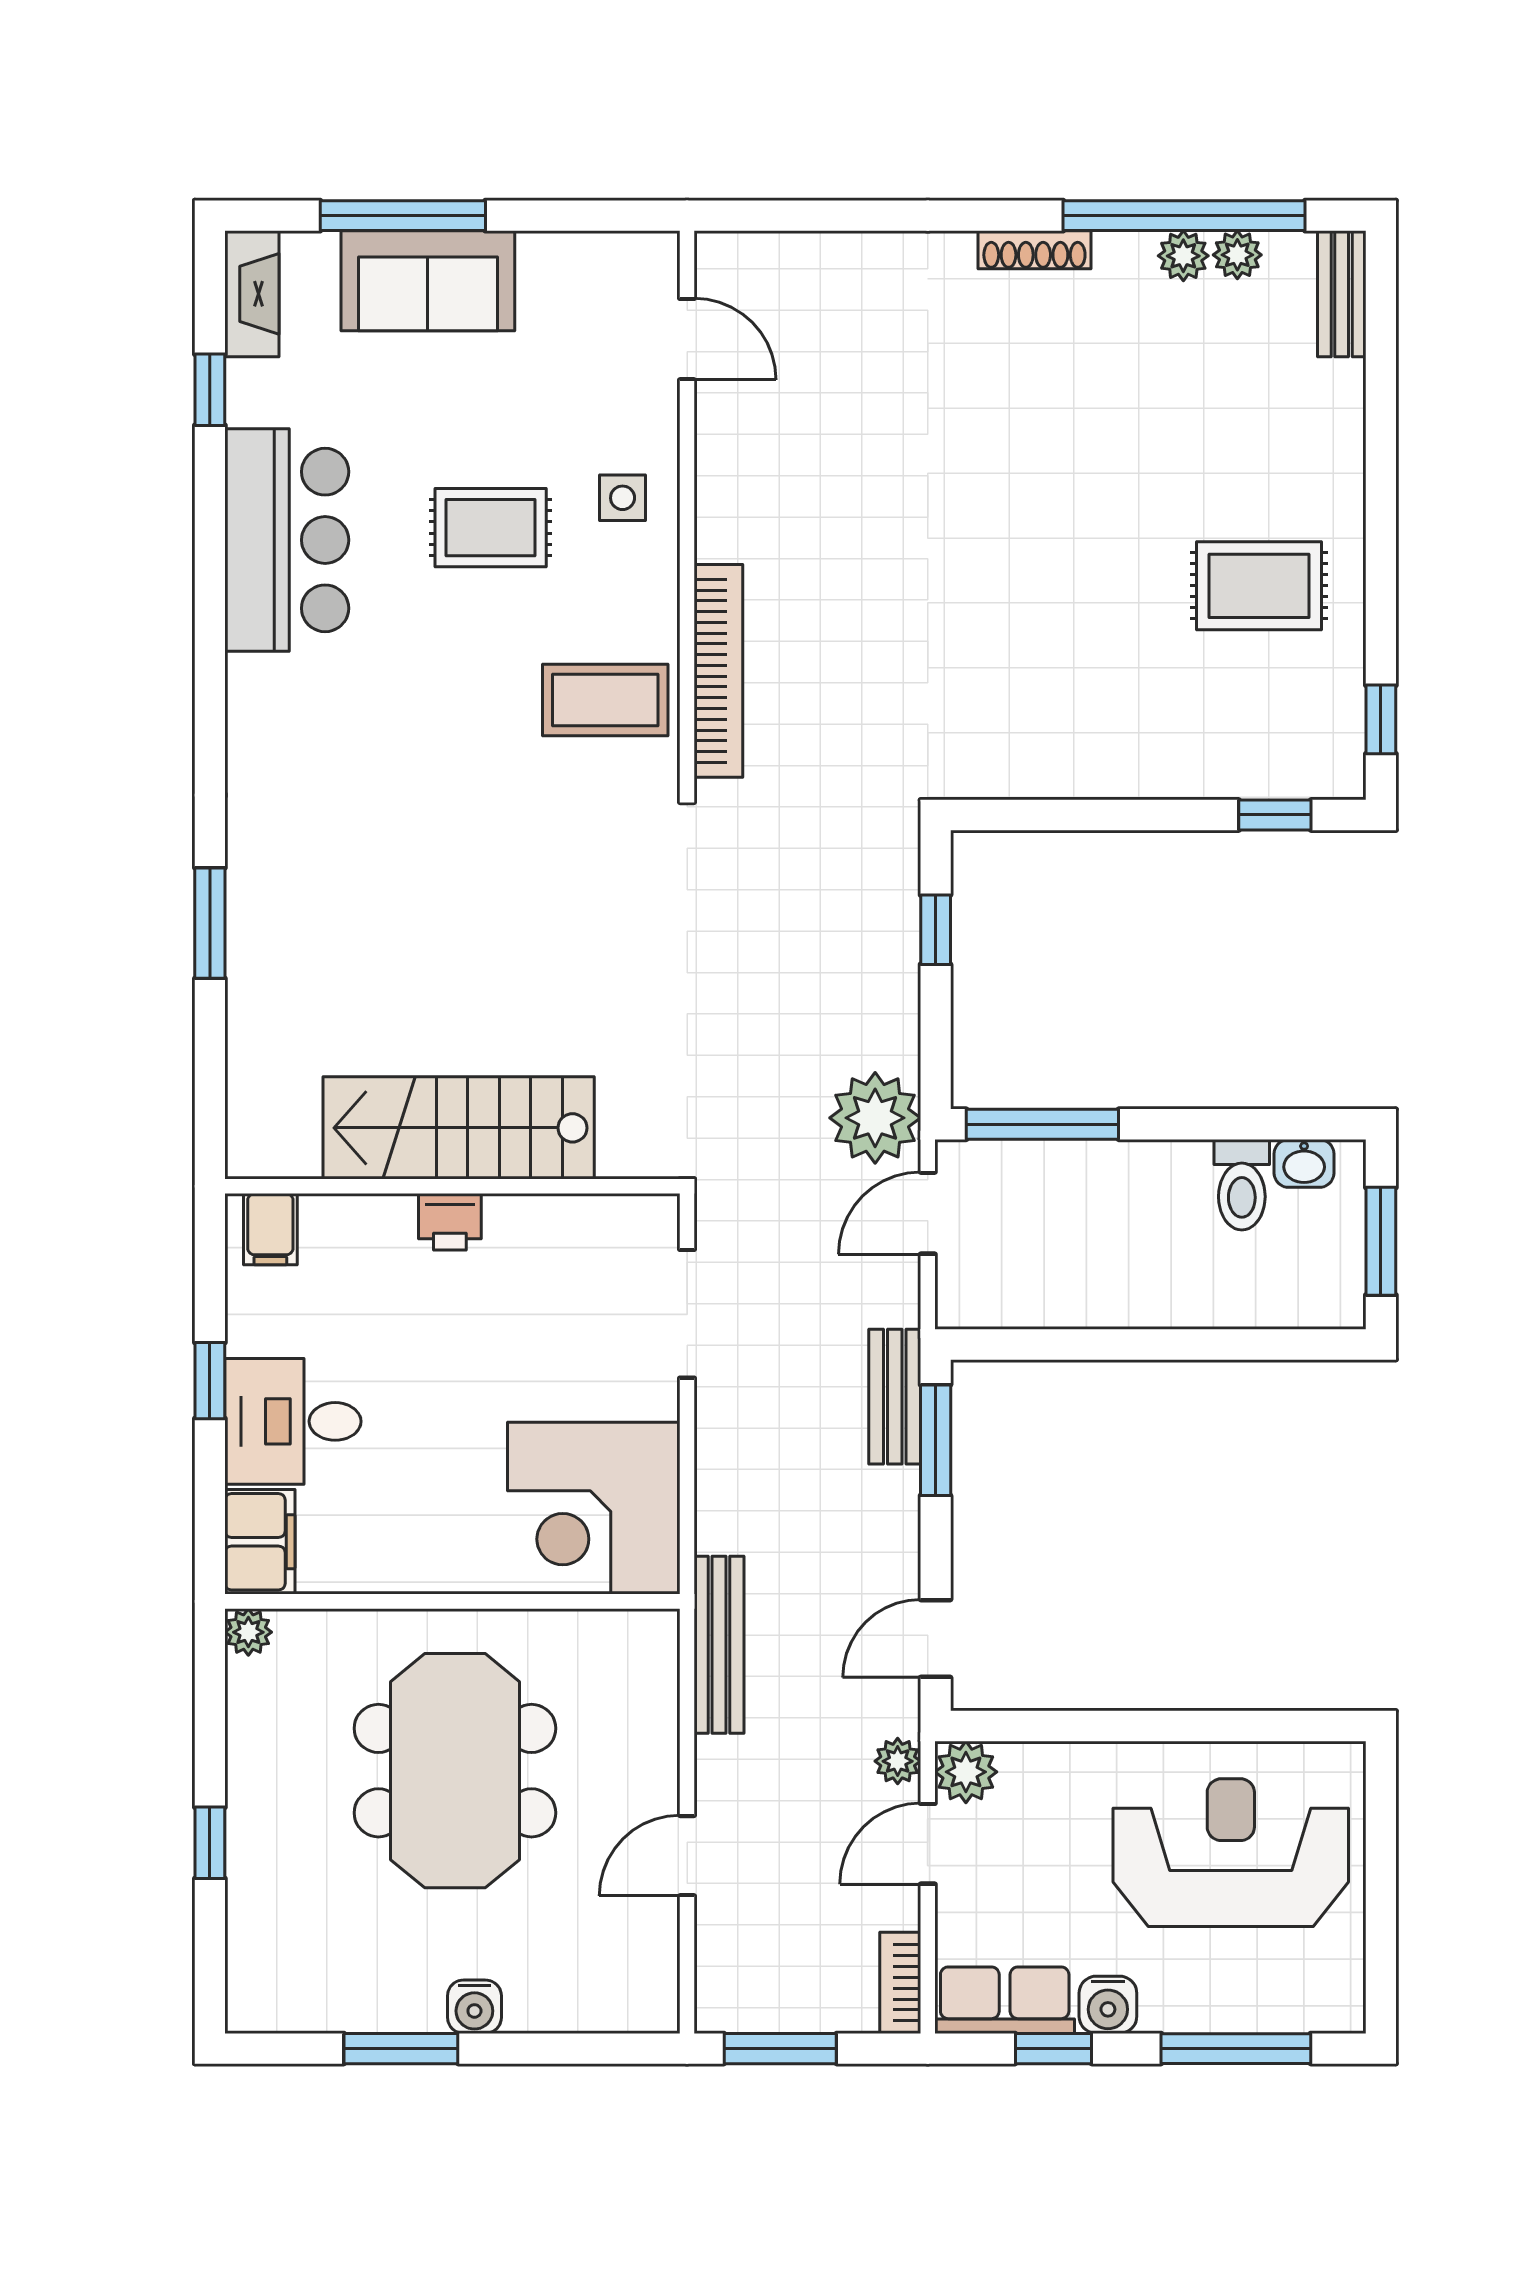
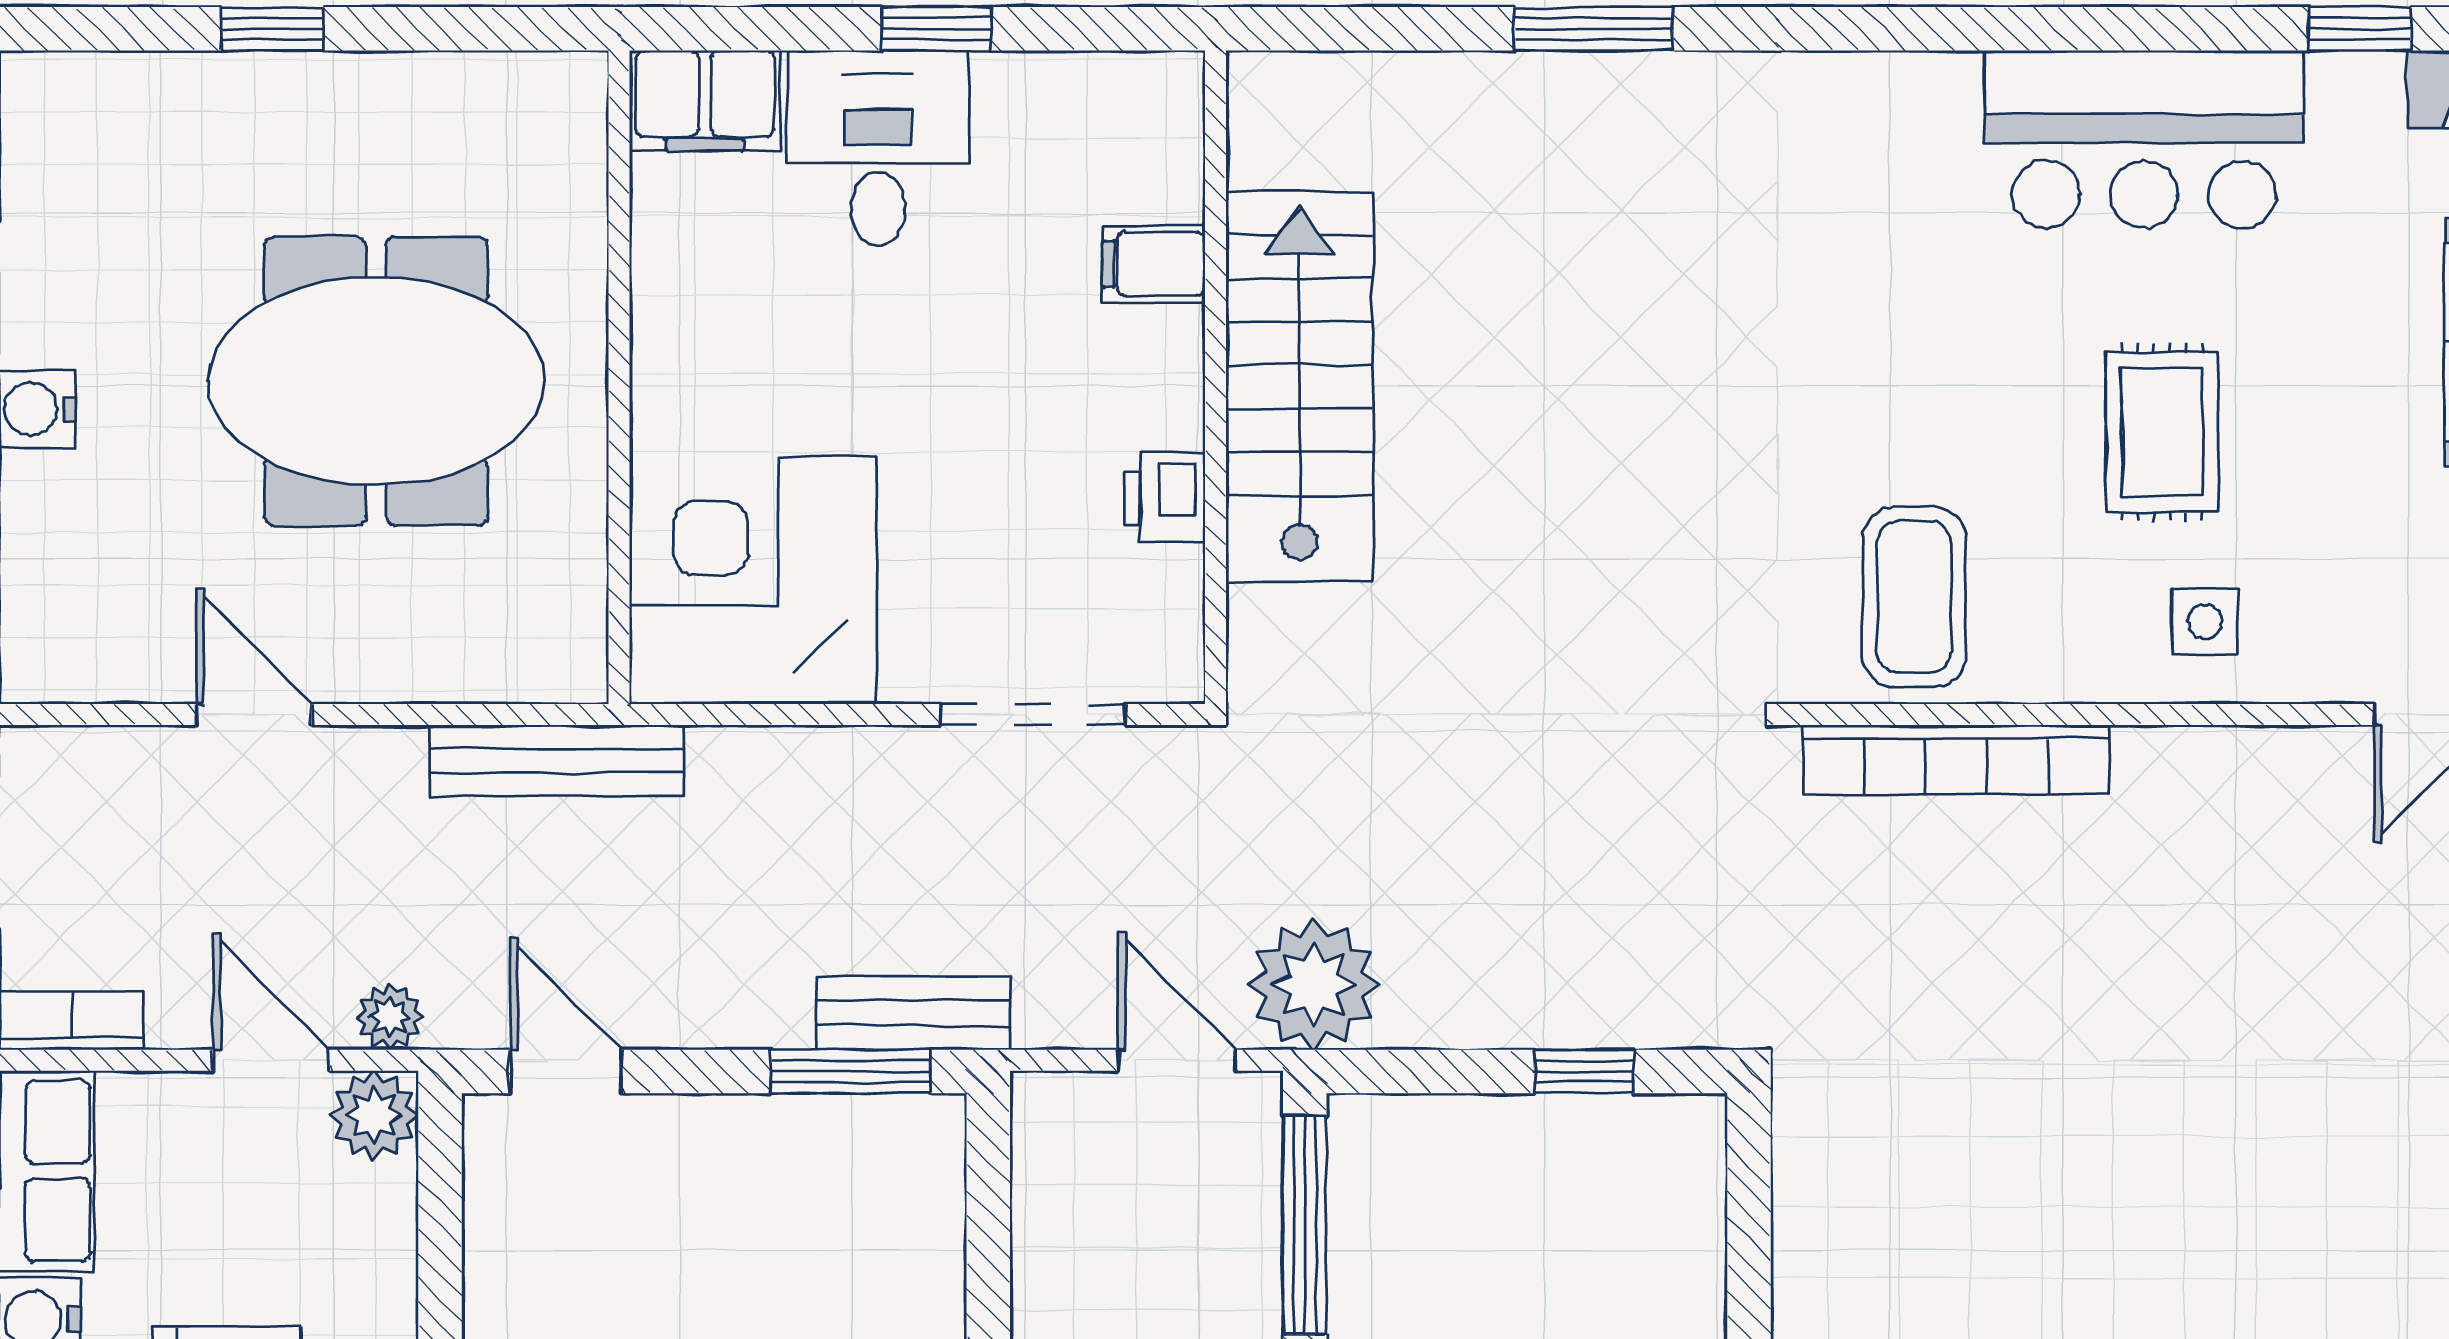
printer: (450, 1222) -> (1164, 497), moved
filing cabinet: (270, 1229) -> (1154, 264), moved
plant: (248, 1632) -> (575, 84), removed

